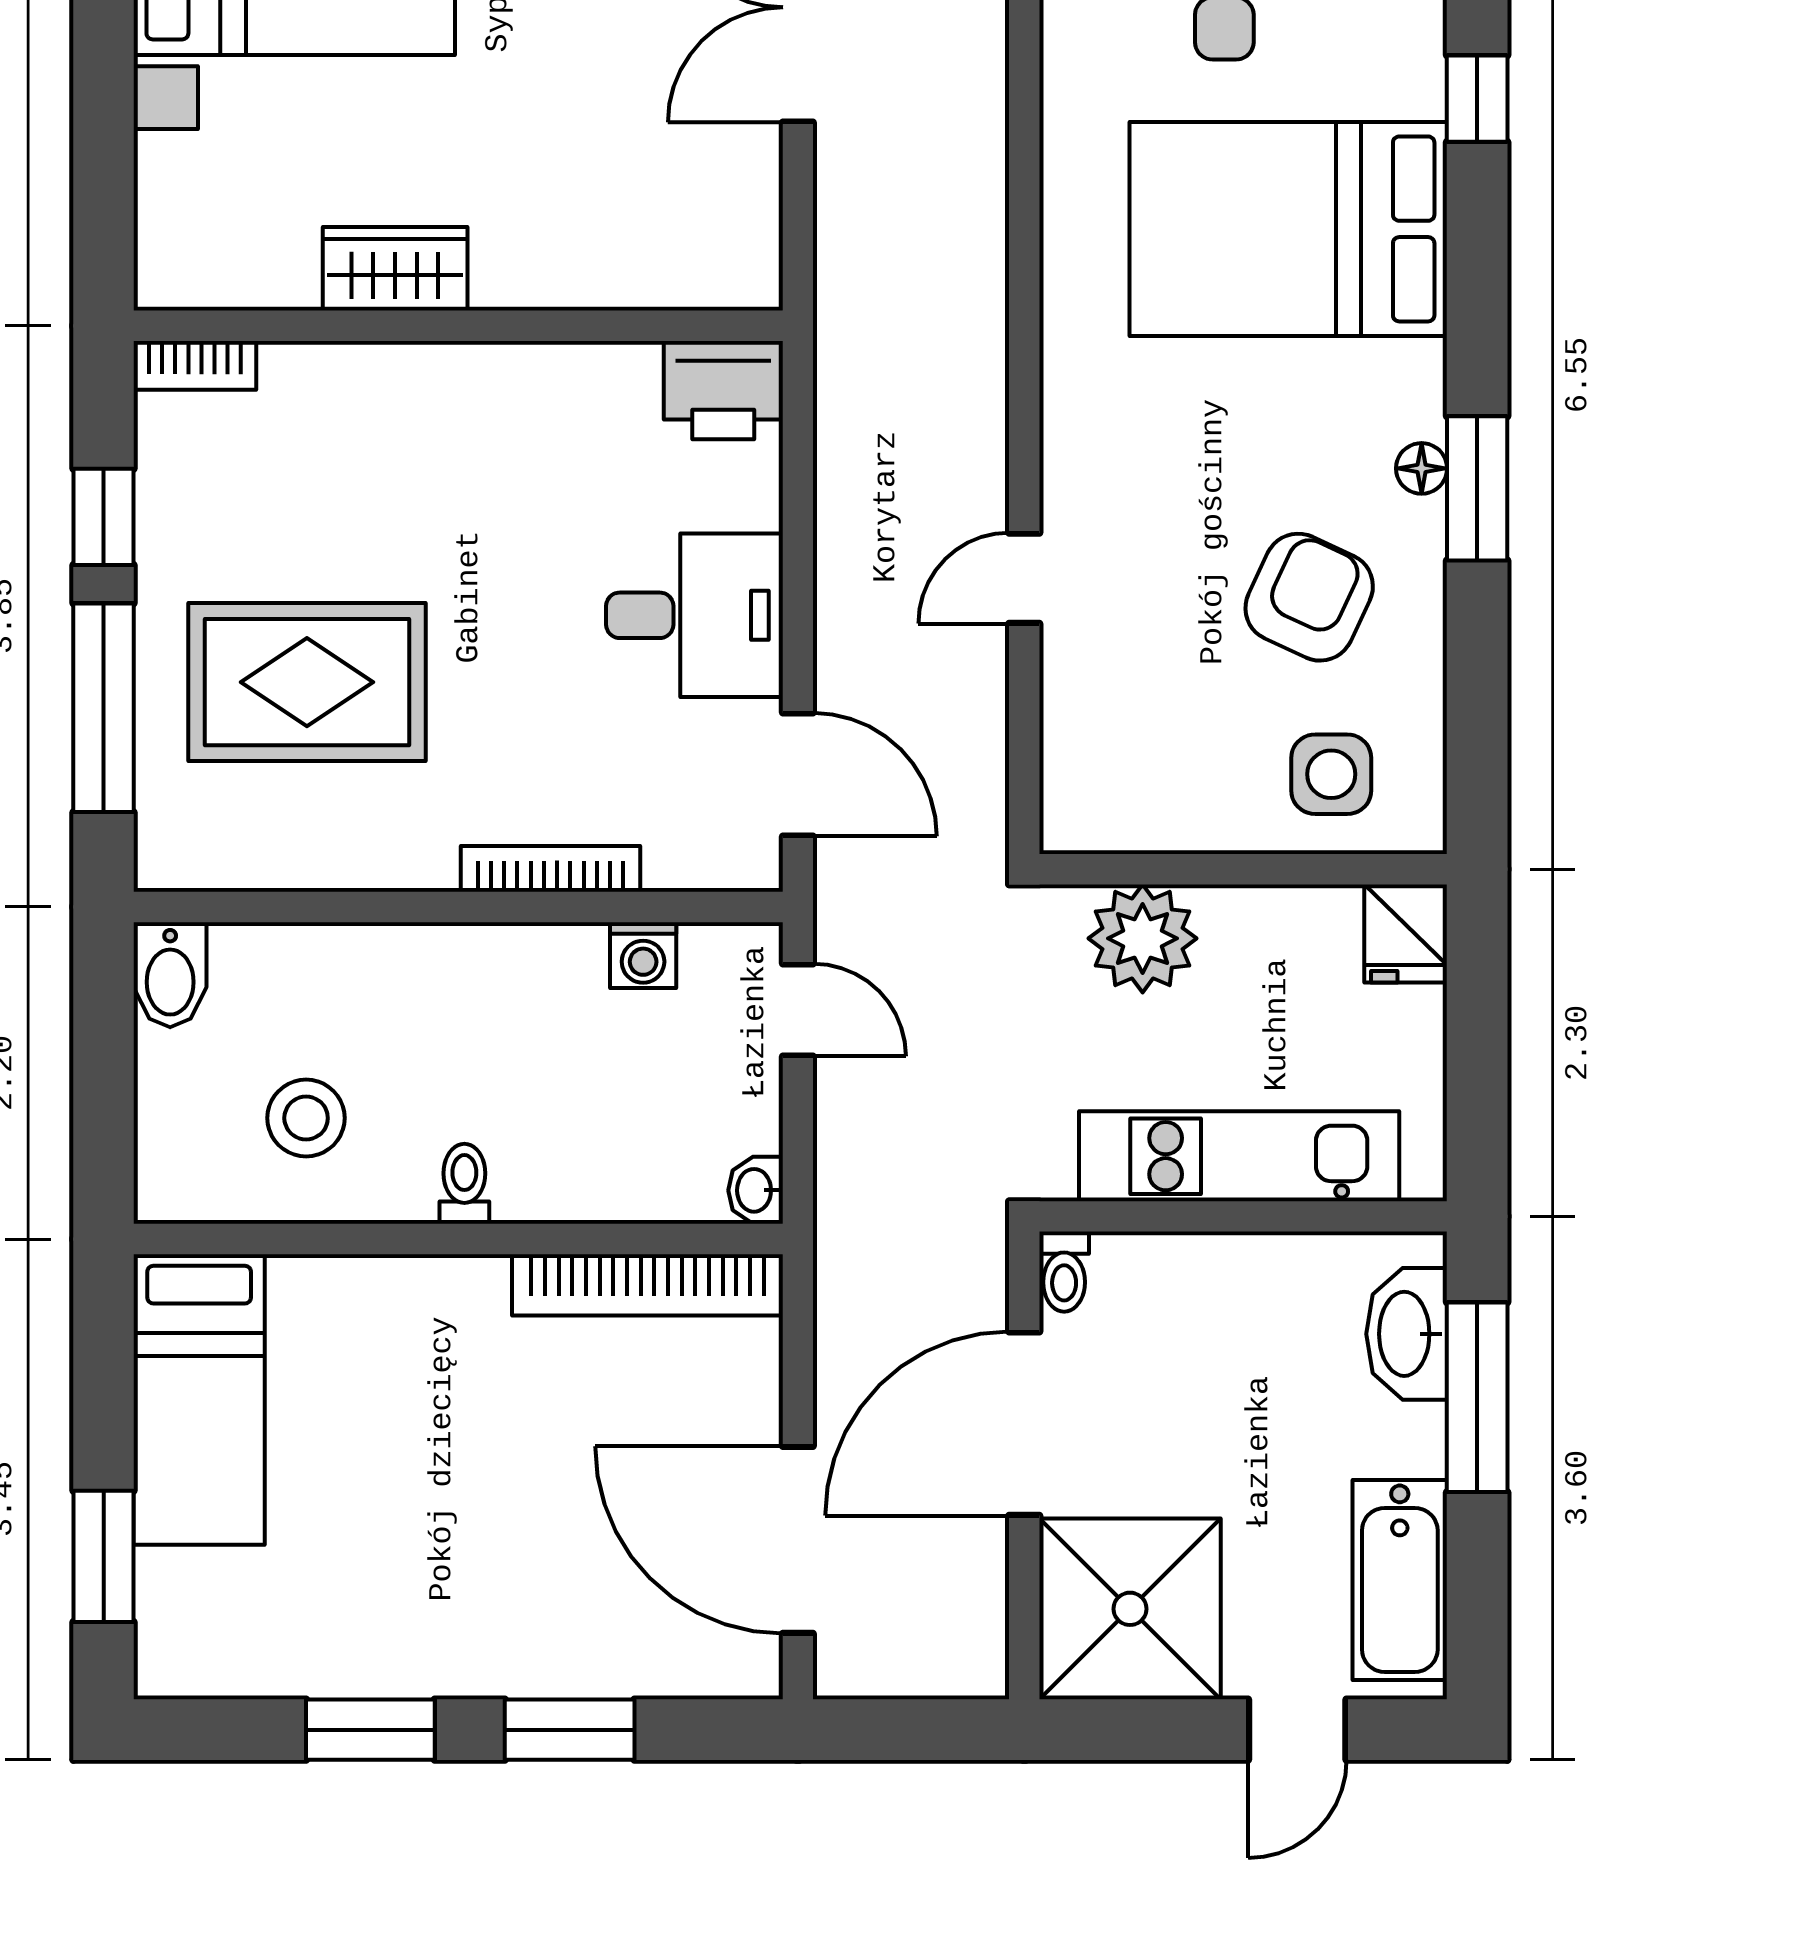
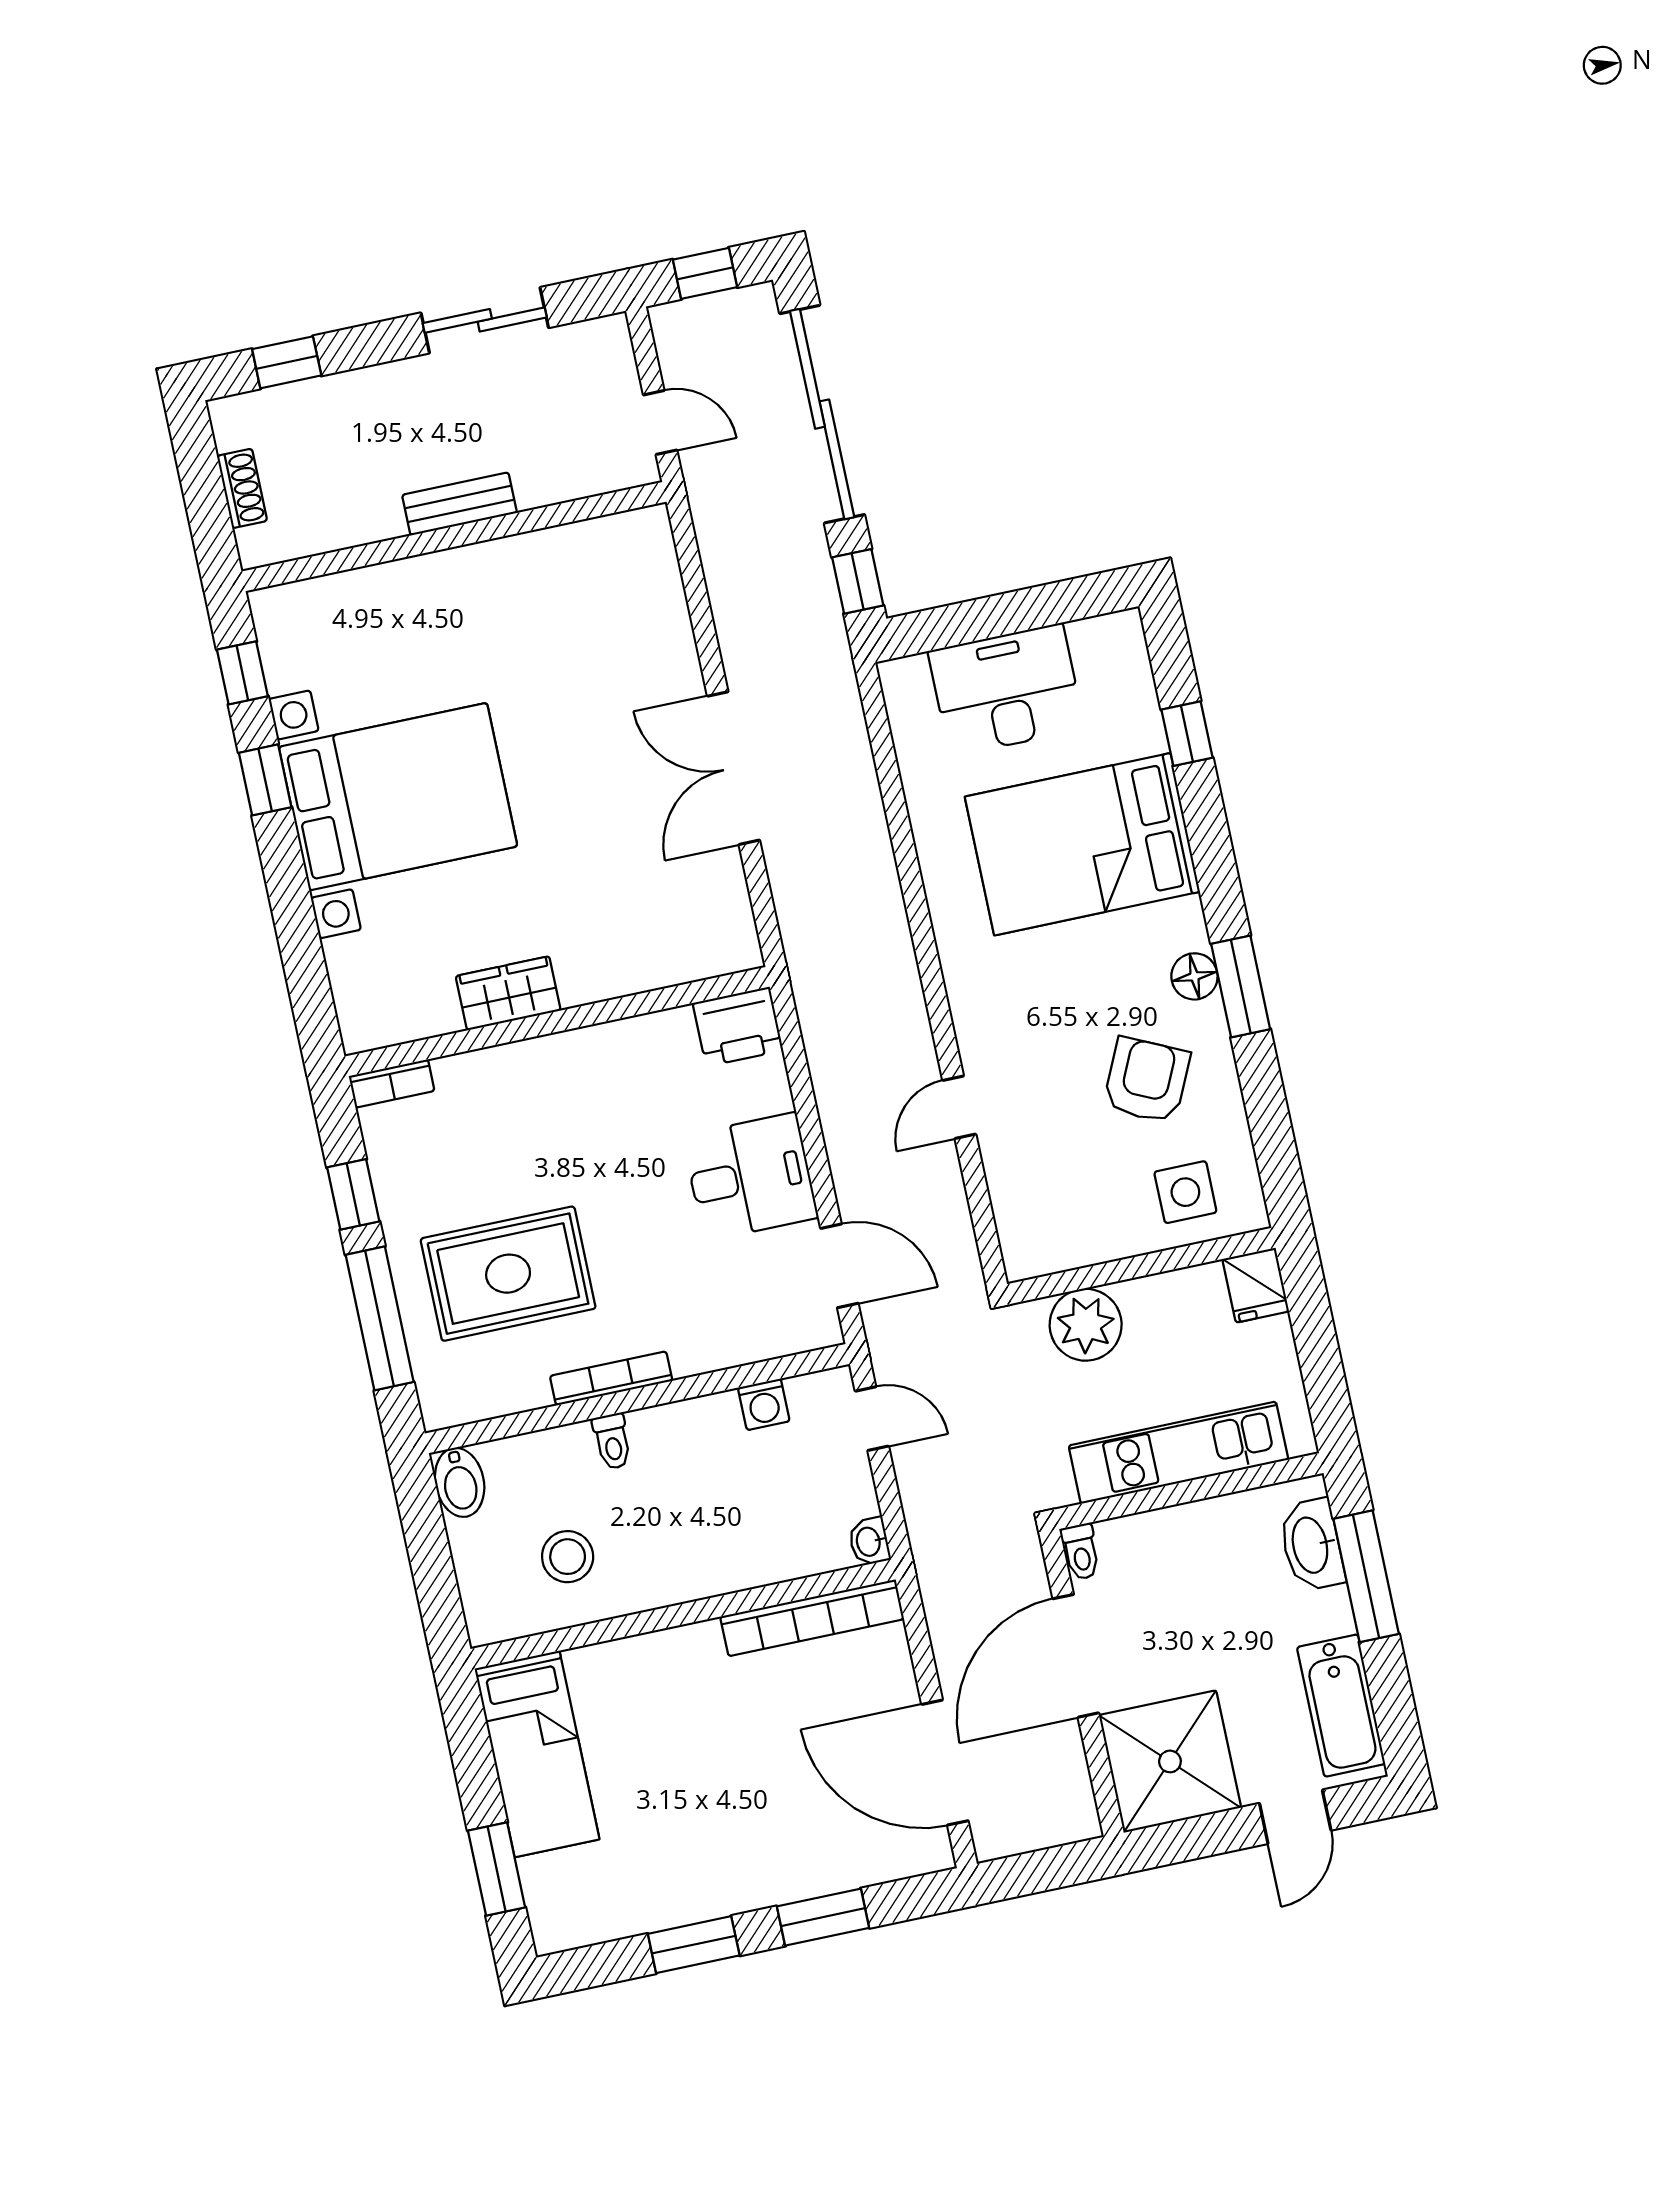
floor lamp: (1422, 468) -> (1194, 976), width x1.37, depth x1.37
bookcase: (551, 869) -> (611, 1378), moved
toilet: (464, 1184) -> (612, 1441), moved, turned 180

